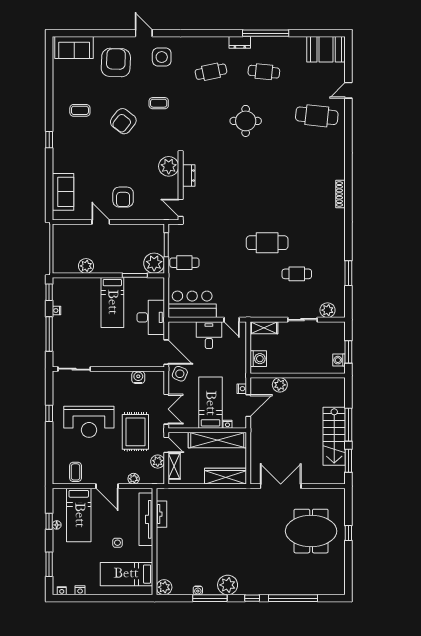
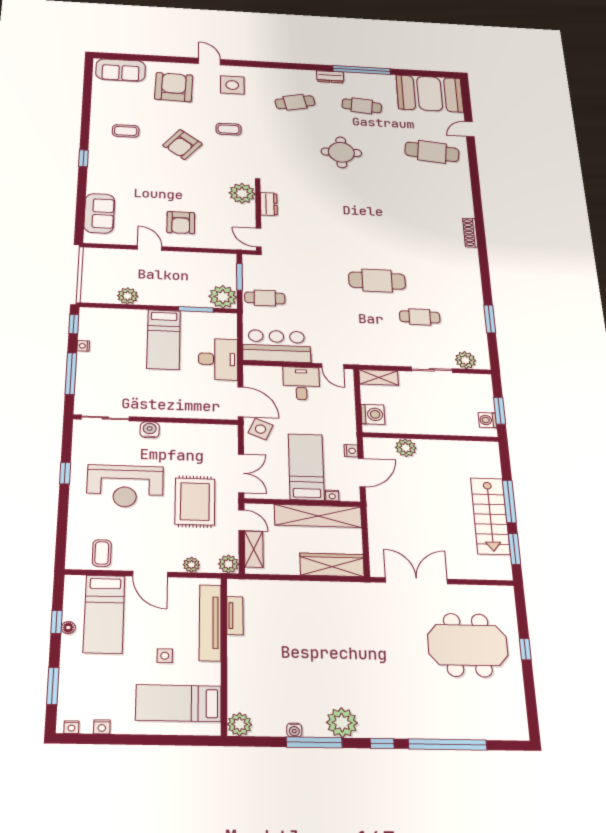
booth: (326, 49) -> (430, 94), width x1.36, depth x1.42
water cooler: (138, 377) -> (150, 430), moved
plant: (158, 462) -> (228, 564), moved

